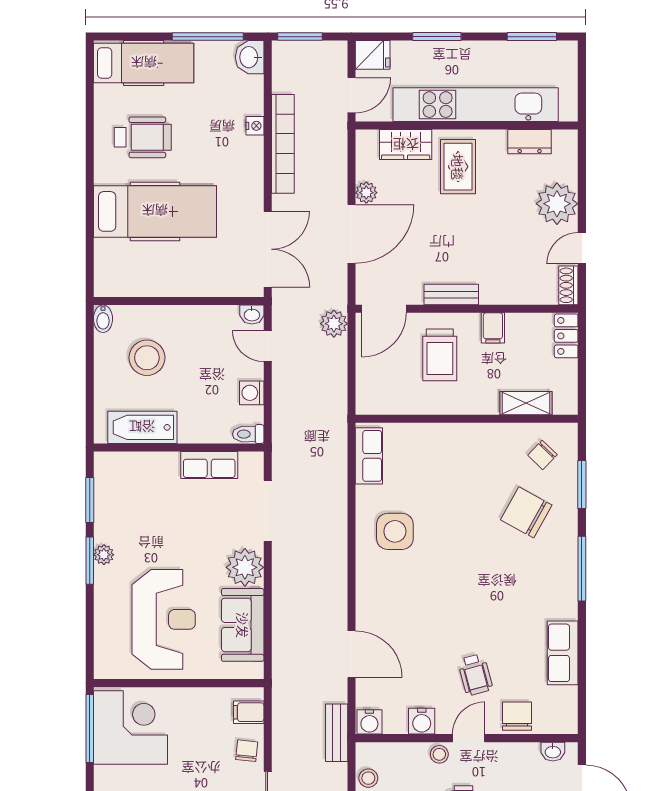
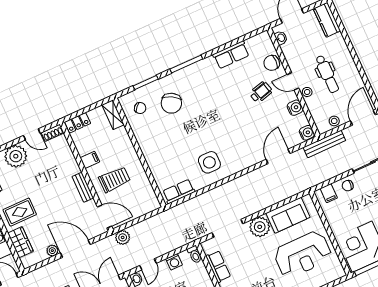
shelving: (526, 403) -> (113, 115), moved
reception desk: (164, 619) -> (303, 254), turned 180
bench: (337, 733) -> (324, 144), width x1.36

